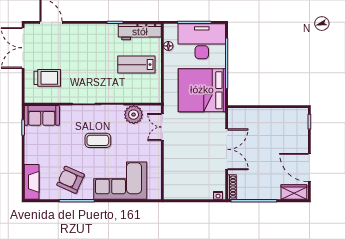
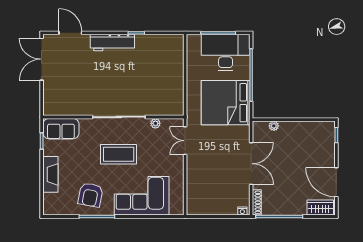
workbench: (140, 32) -> (112, 43), moved
floor lamp: (168, 46) -> (191, 57), removed
lab bench: (136, 65) -> (158, 76), removed
trolley: (47, 78) -> (67, 90), removed
plant: (249, 113) -> (274, 126), added
plant: (134, 115) -> (155, 123), width x0.53, depth x0.53
coffee table: (98, 140) -> (119, 154), width x1.36, depth x1.32
armchair: (71, 180) -> (90, 195), turned -103
fireplace: (32, 182) -> (50, 174), moved

